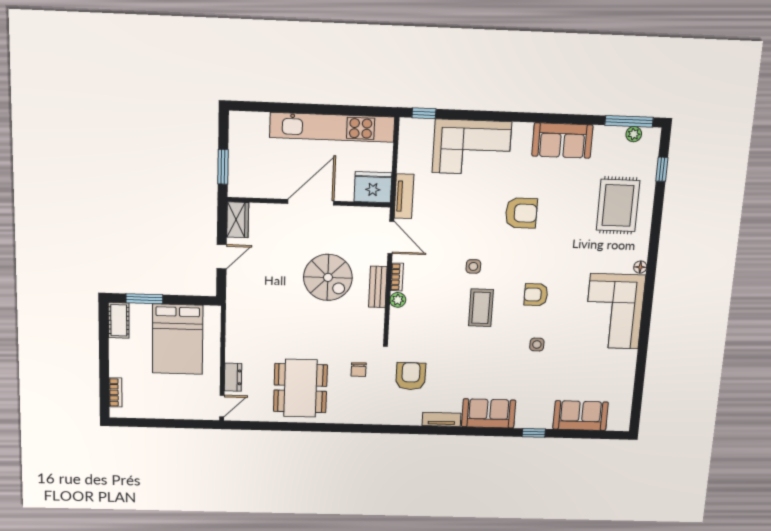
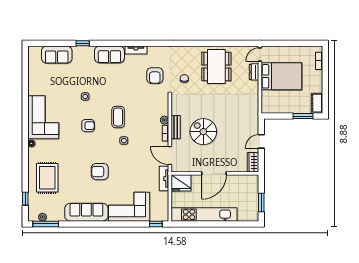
sofa: (562, 141) -> (86, 212), width x1.36
window: (223, 167) -> (261, 203), moved
bed: (178, 339) -> (281, 76), moved, turned 90

